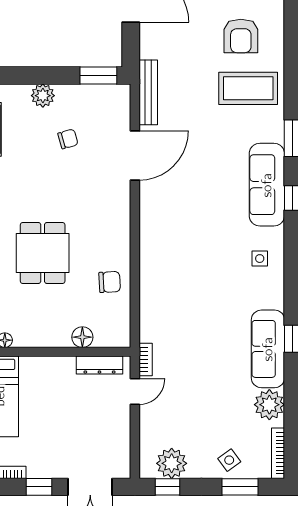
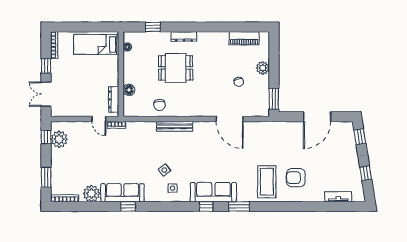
bench: (148, 92) -> (175, 126), moved
side table: (229, 460) -> (164, 170), moved

